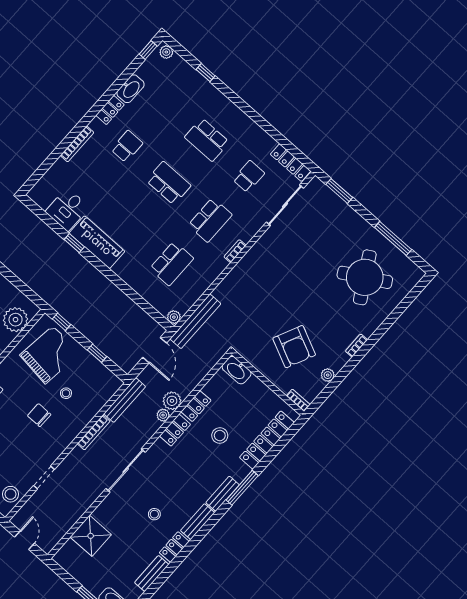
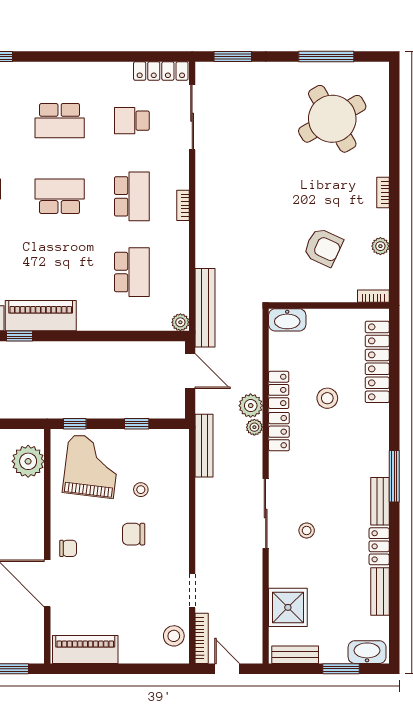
school desk: (249, 176) -> (132, 121), turned -90
armchair: (294, 347) -> (323, 247), width x0.73, depth x0.73
bookcase: (94, 433) -> (202, 638), moved
window: (242, 488) -> (394, 476), moved
bench: (223, 494) -> (295, 655), moved, turned 90
stool: (154, 514) -> (307, 531), moved

